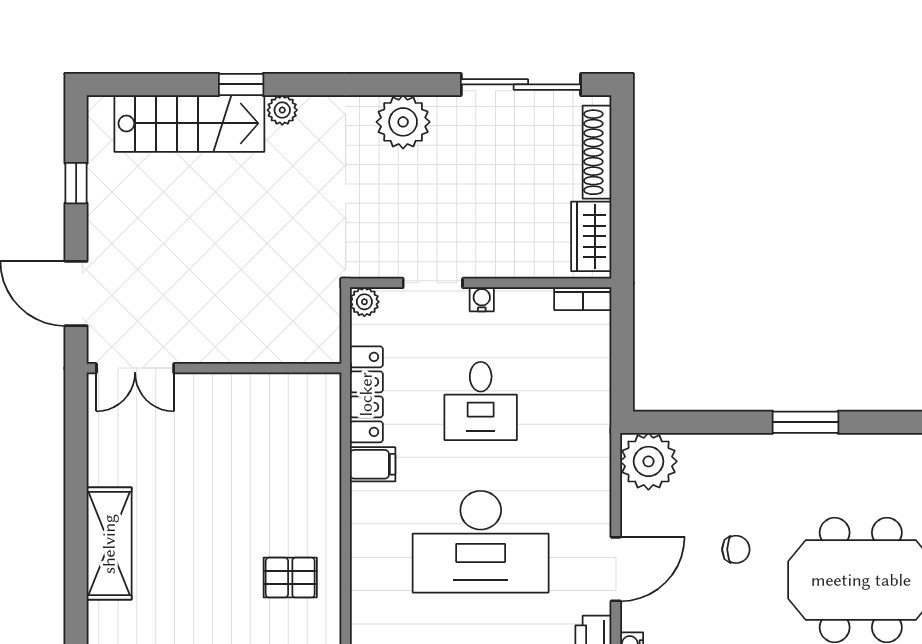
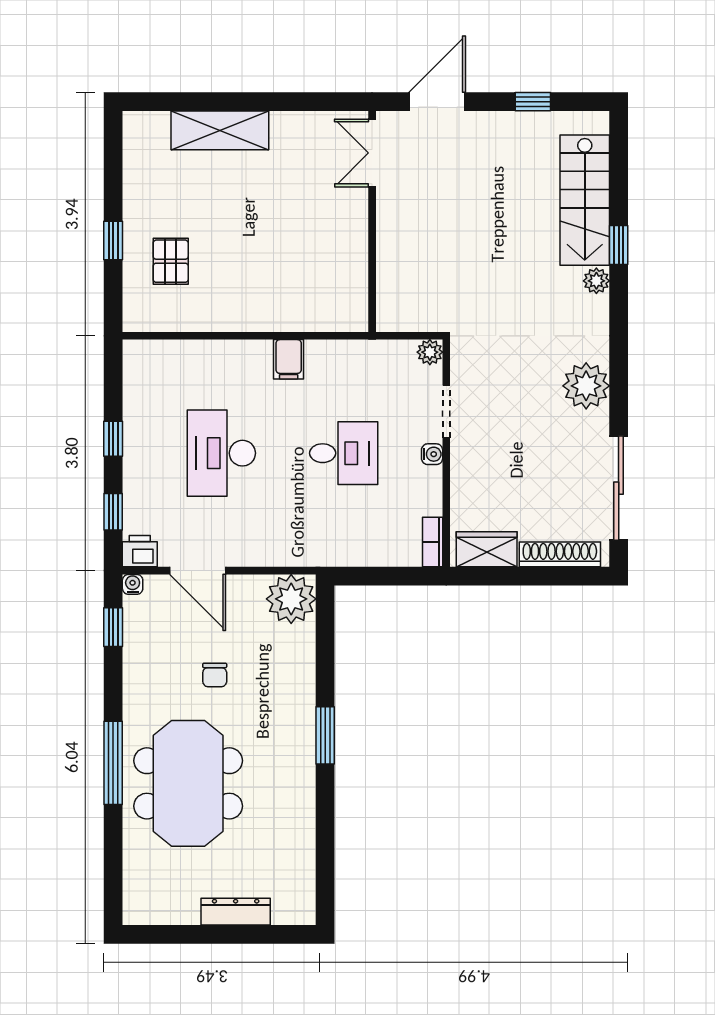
locker: (366, 394) -> (349, 354), removed
desk: (481, 401) -> (344, 453), turned 180
desk: (481, 542) -> (221, 453), width x0.73, depth x0.77
pallet: (290, 578) -> (171, 261), moved

